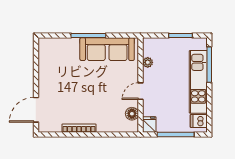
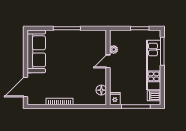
sofa: (107, 49) -> (36, 51), moved, turned -90
door: (140, 91) -> (108, 61), moved

